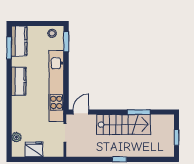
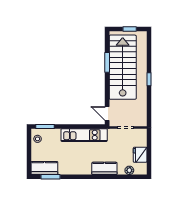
kitchen counter: (19, 81) -> (104, 168), moved
kitchen unit: (56, 86) -> (84, 135), width x0.73
stairs: (123, 125) -> (123, 67), width x1.36, depth x1.51

